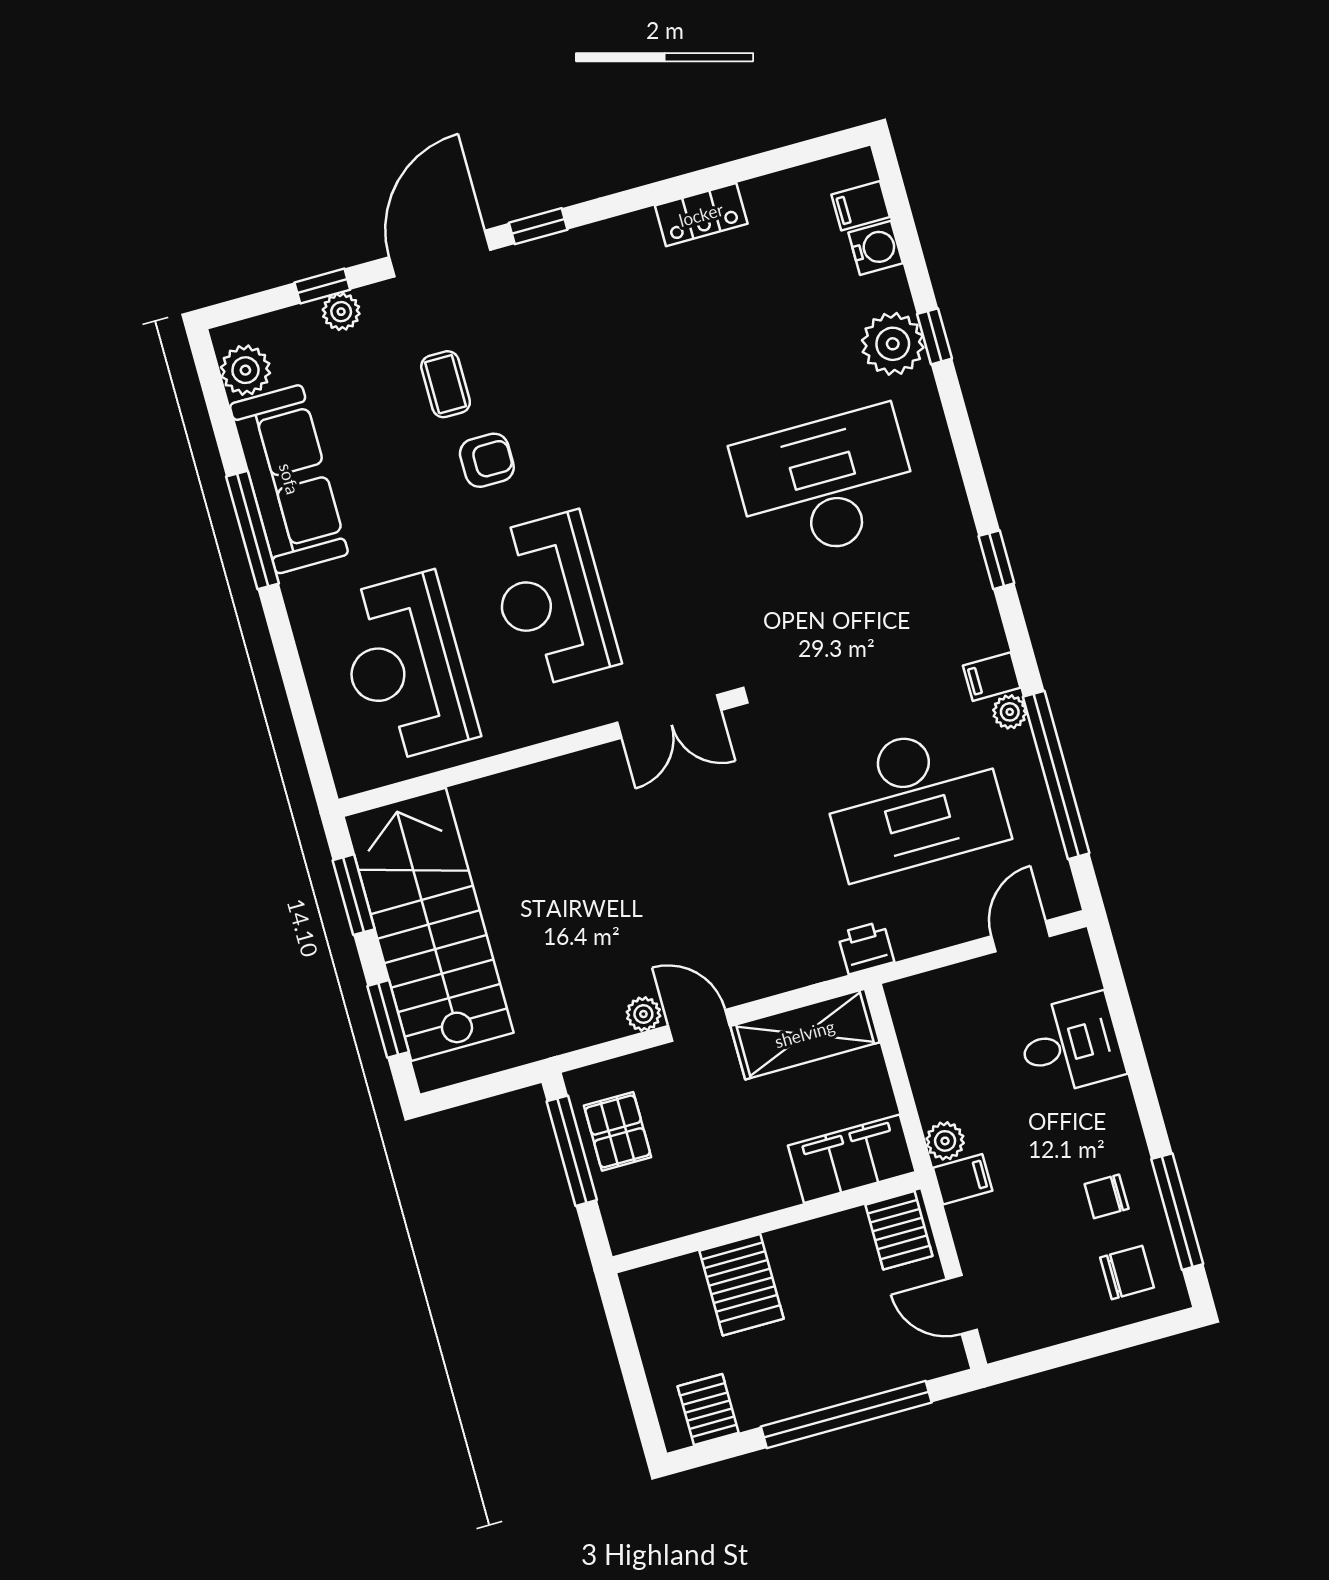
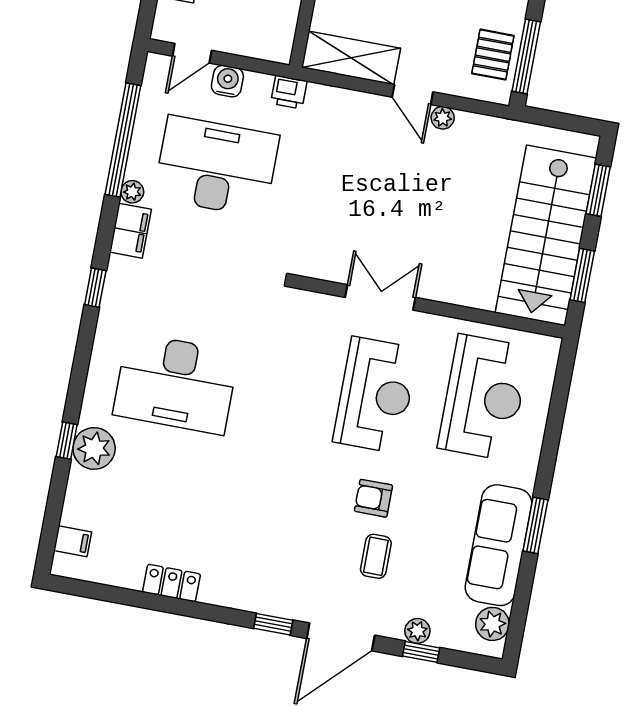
water cooler: (876, 248) -> (227, 81), moved, turned 90
window: (253, 530) -> (535, 525), width x0.69
filing cabinet: (992, 677) -> (130, 231), width x2.00
double door: (669, 716) -> (380, 297), moved

